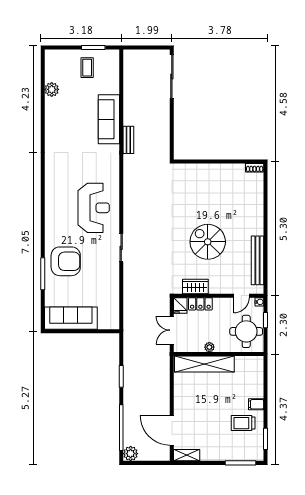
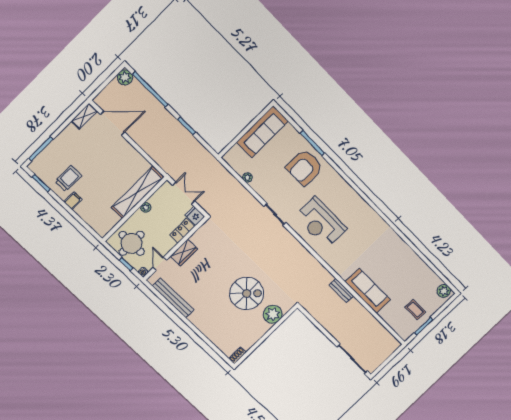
plant: (52, 89) -> (444, 291), moved
plant: (197, 173) -> (273, 314), added
spiral stairs: (208, 242) -> (247, 293), moved
wardrobe: (195, 286) -> (184, 253), moved
plant: (114, 295) -> (247, 178), added

